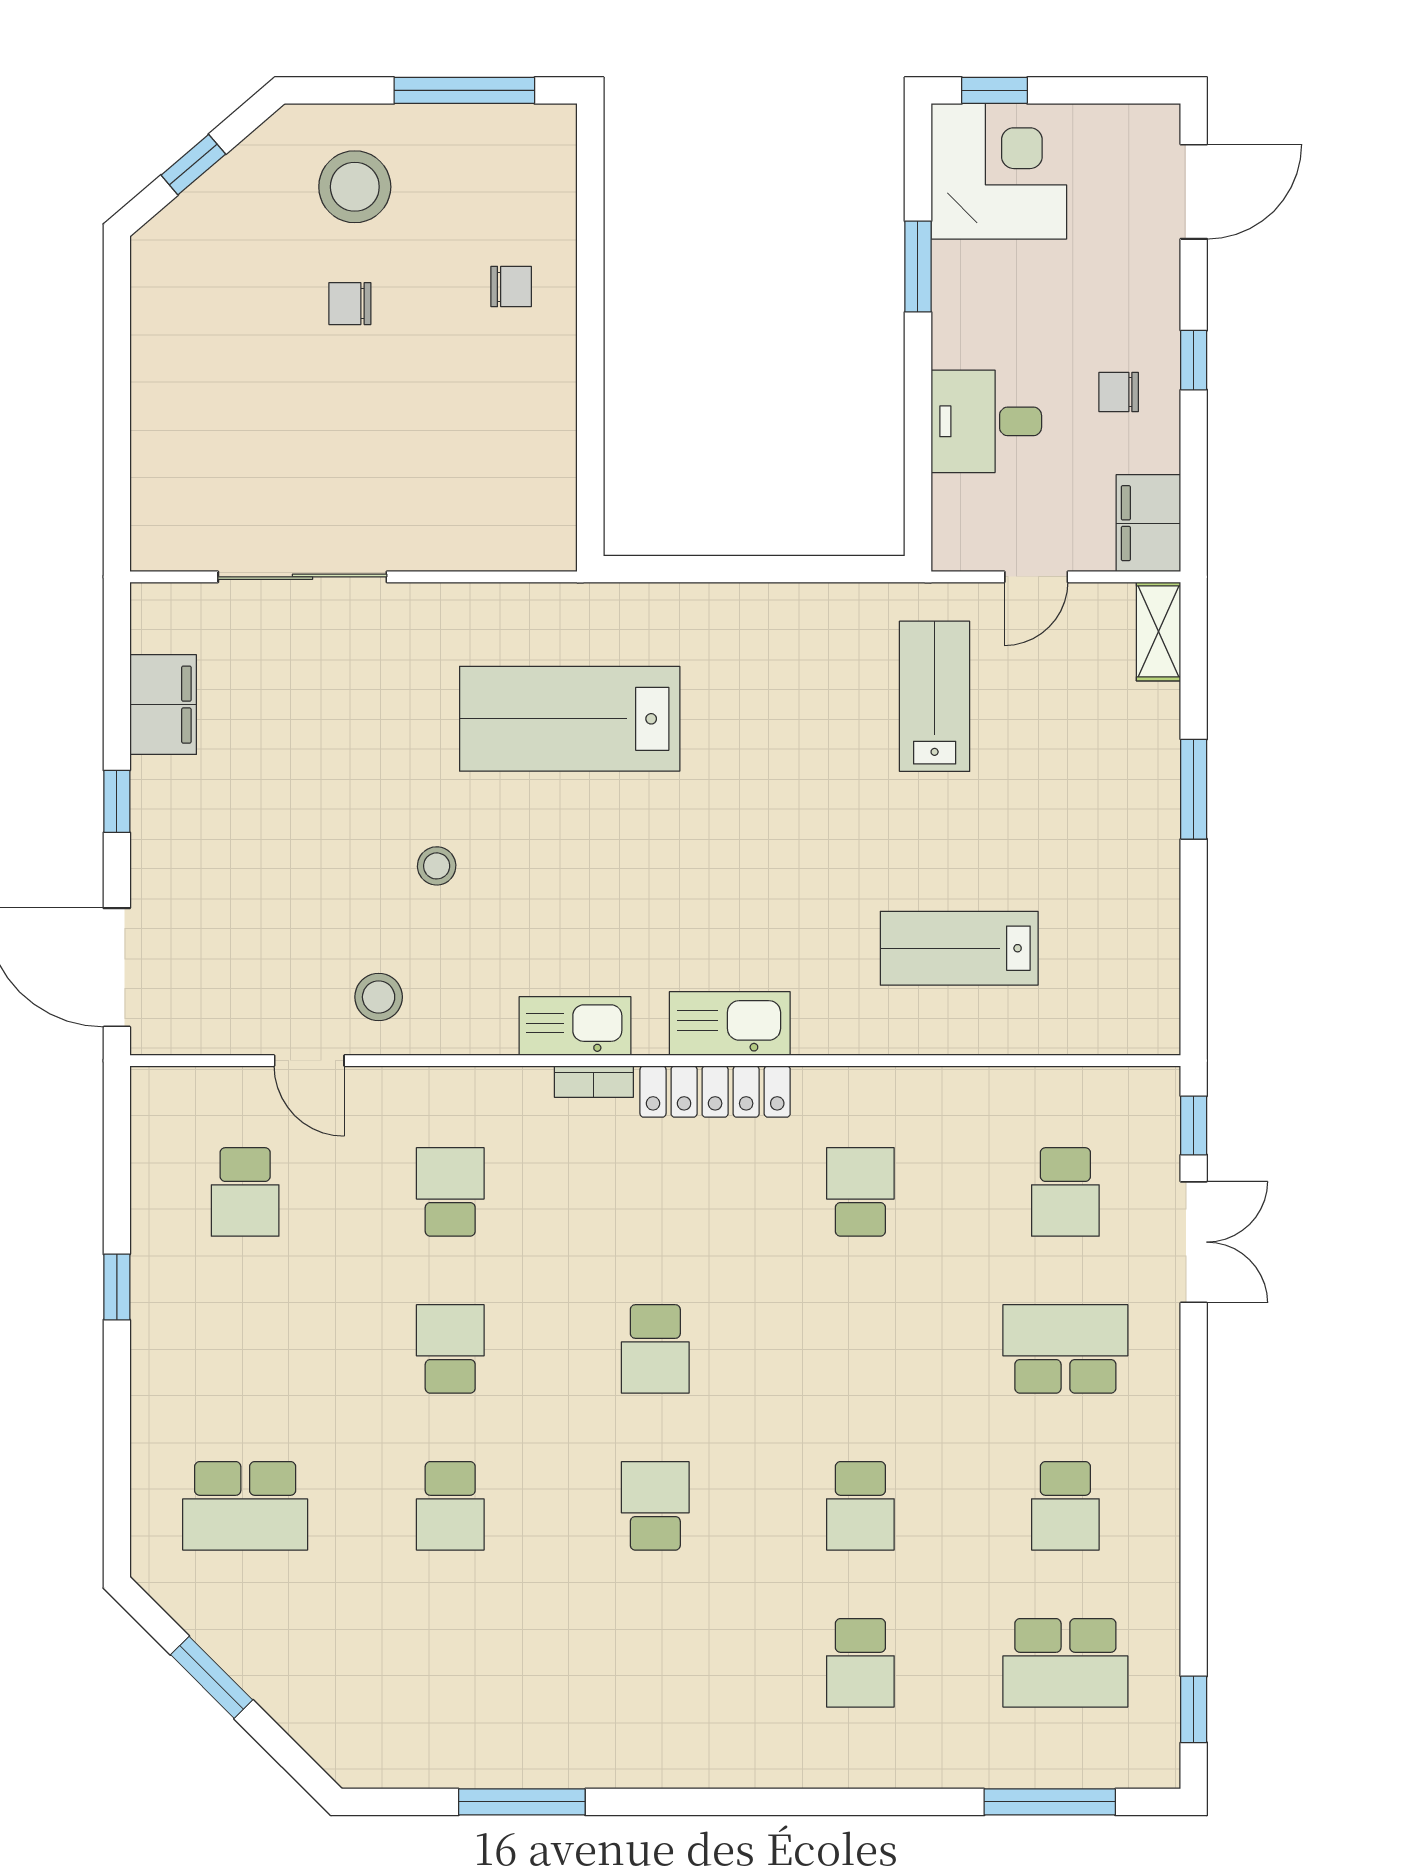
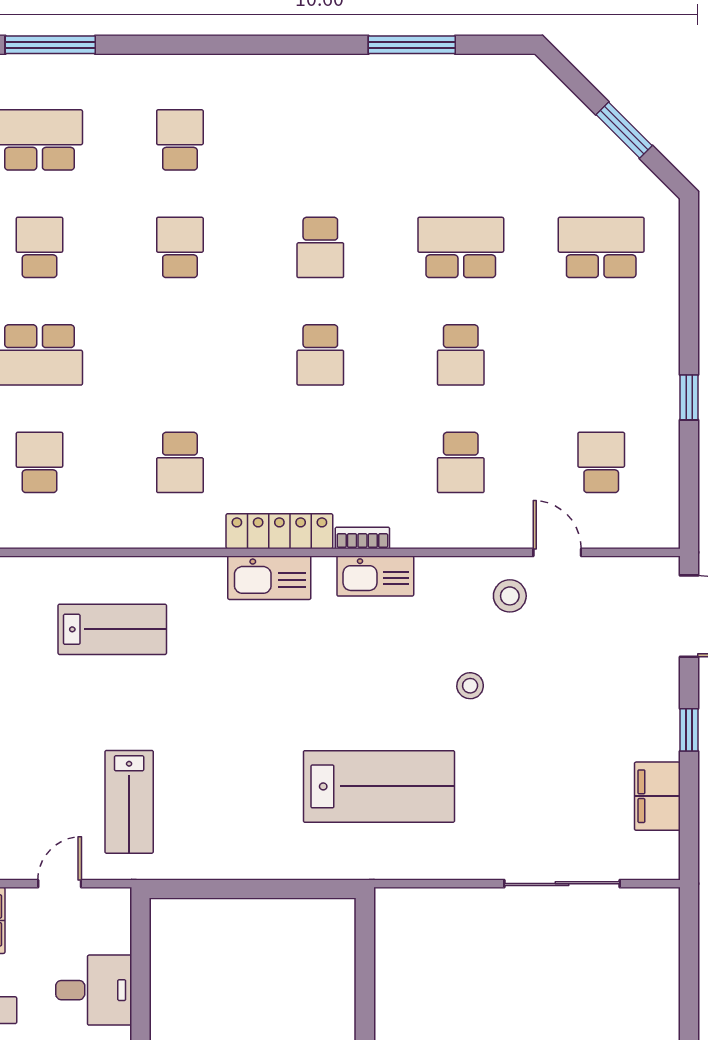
school desk: (655, 1349) -> (320, 355), turned 180
school desk: (450, 1506) -> (461, 247), width x1.85

